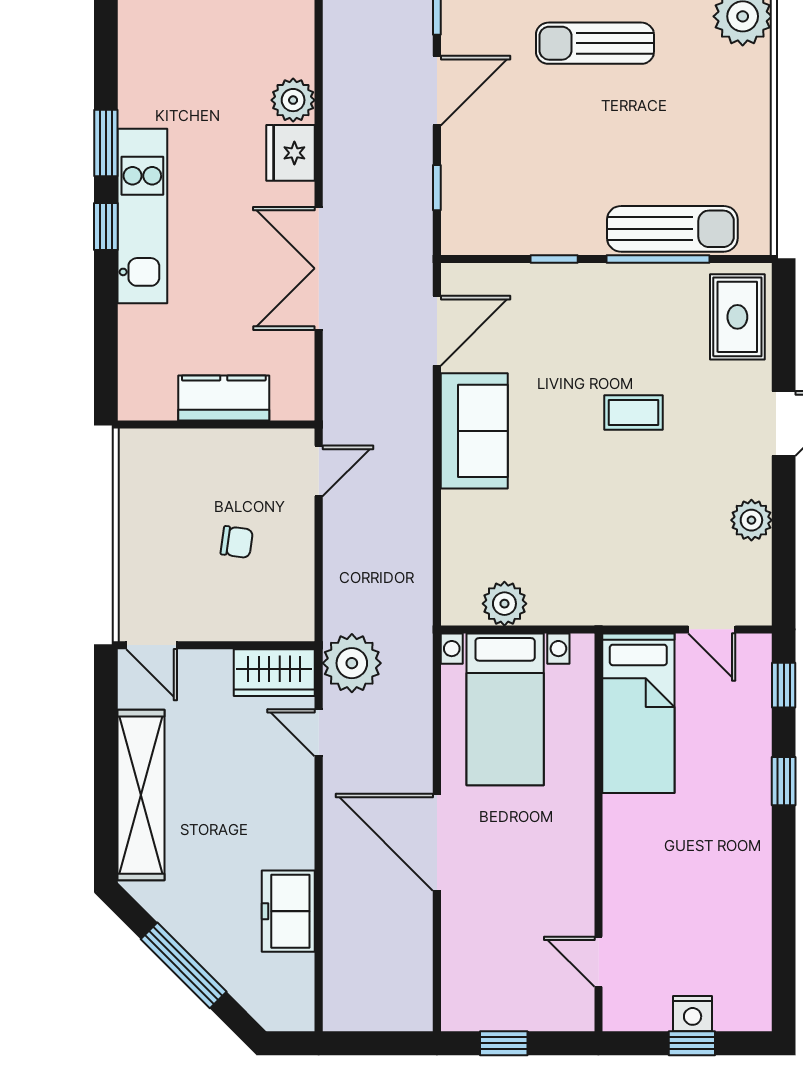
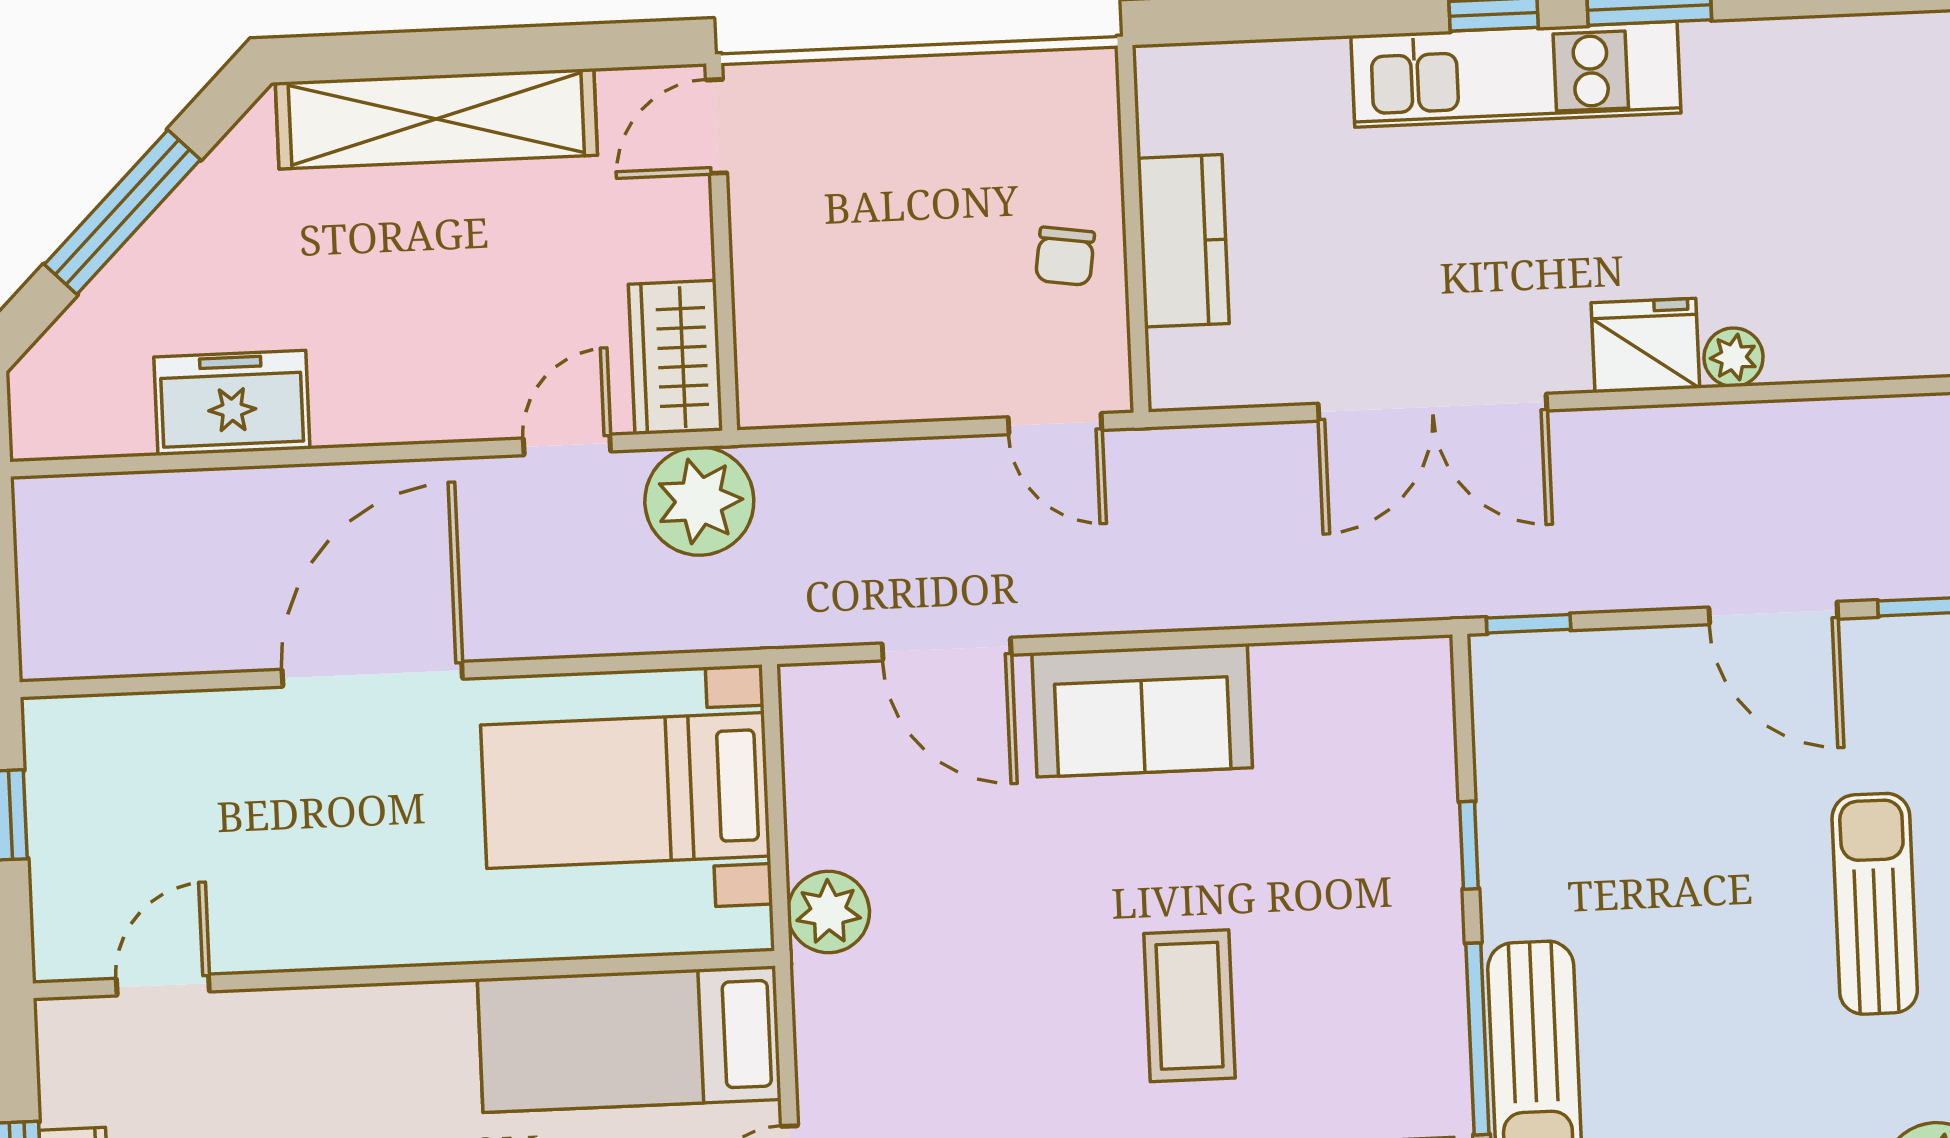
plant: (293, 100) -> (1734, 357), width x0.73, depth x0.73
window: (437, 188) -> (1529, 624), moved
double door: (319, 268) -> (1432, 407), swing flipped
door: (437, 331) -> (947, 649), moved
coffee table: (634, 412) -> (1190, 1006), width x1.36, depth x1.30
chair: (237, 542) -> (1065, 256), moved
plant: (504, 604) -> (828, 912), moved

